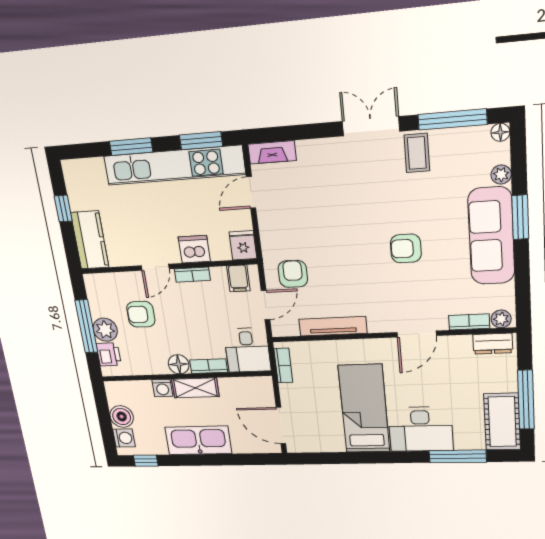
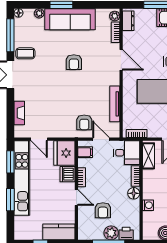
fireplace: (272, 152) -> (19, 113), moved
fridge: (243, 245) -> (64, 153), width x1.88, depth x1.34
armchair: (293, 274) -> (84, 122), turned -90
shelving: (195, 388) -> (148, 156), moved

